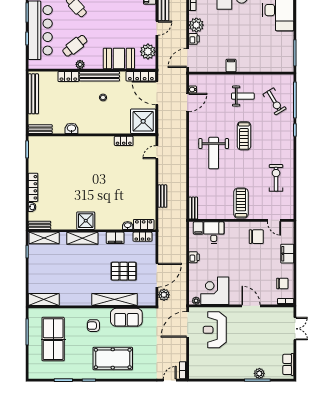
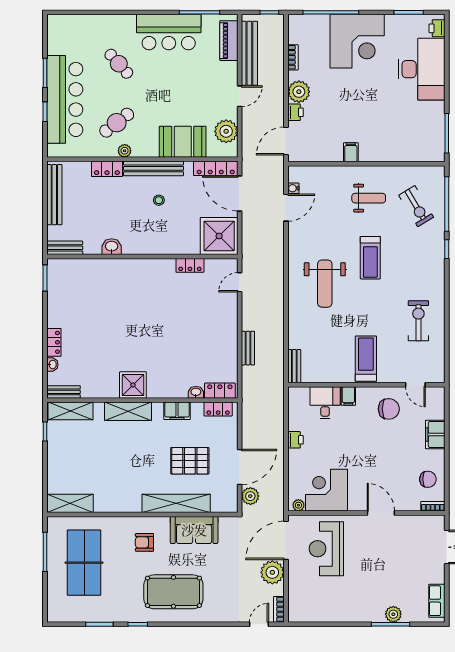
locker: (33, 187) -> (54, 342), width x0.66
filing cabinet: (198, 228) -> (348, 396), moved
plant: (179, 346) -> (272, 572), added

